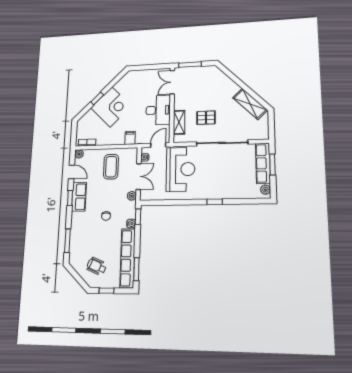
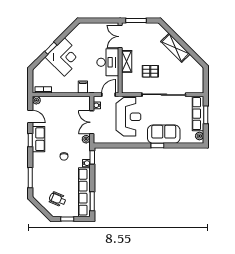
shelving: (250, 104) -> (175, 48), moved
shelving: (179, 122) -> (127, 61), moved
coffee table: (111, 167) -> (67, 113), removed
double door: (139, 177) -> (92, 122), swing flipped
sofa: (222, 188) -> (164, 134), added

